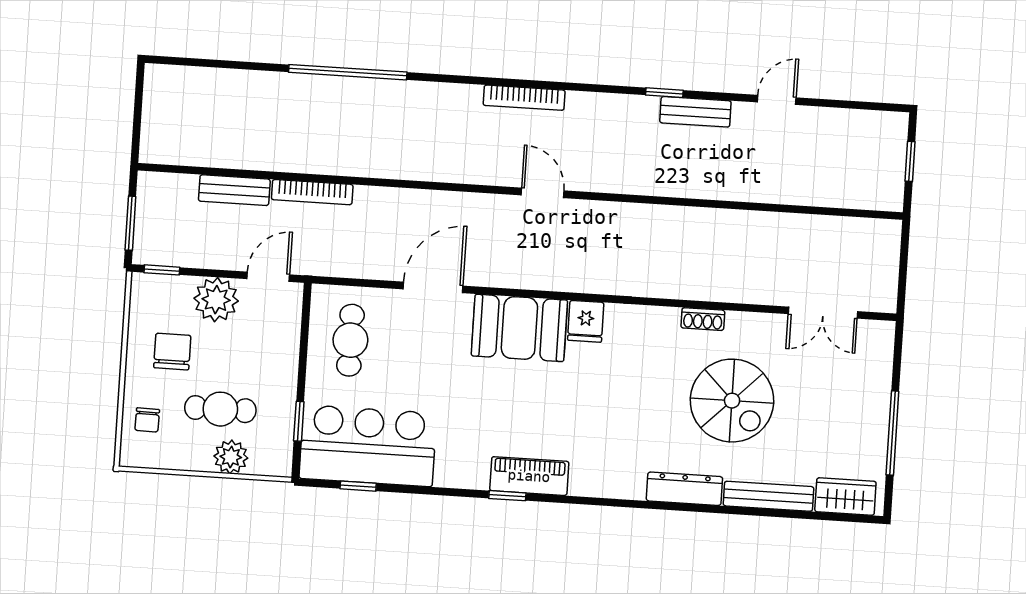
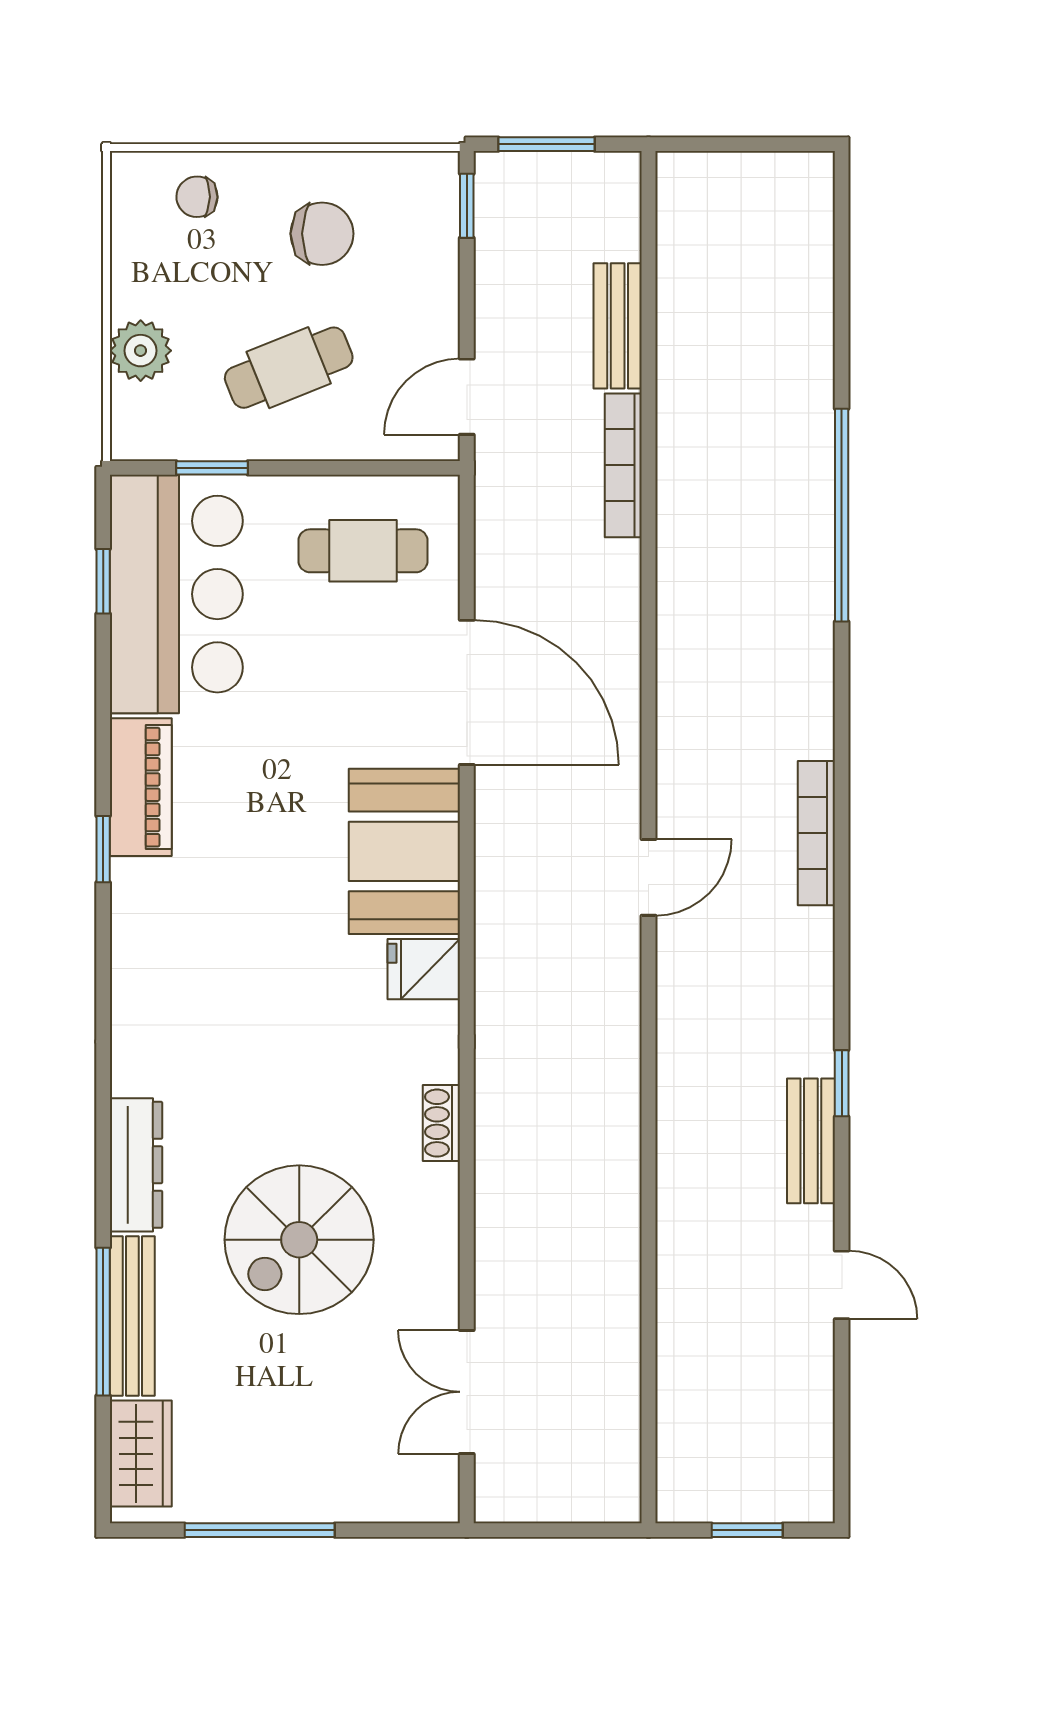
door: (268, 277) -> (467, 397), swing flipped
door: (433, 287) -> (467, 692), width x1.36
plant: (216, 300) -> (420, 306), removed
shoe rack: (703, 319) -> (441, 1123), moved
cafe table: (220, 409) -> (289, 368), moved, turned 68
piano: (529, 476) -> (141, 787), moved
window: (771, 513) -> (103, 1322), added

